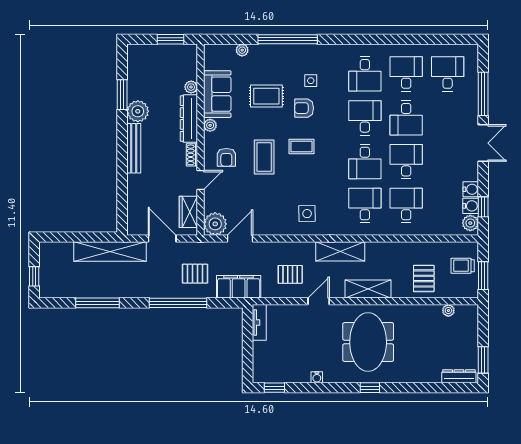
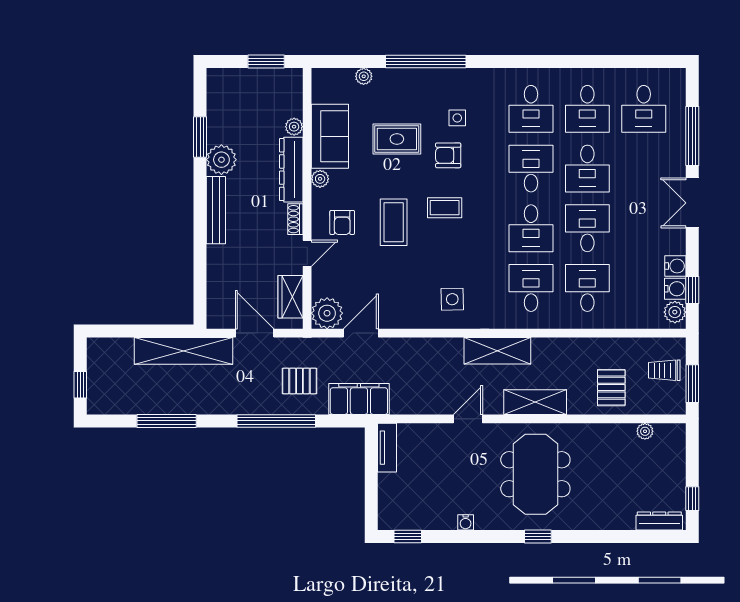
desk: (406, 74) -> (587, 109), turned 180
desk: (448, 74) -> (644, 109), turned 180
double door: (483, 143) -> (692, 203), swing flipped
pallet: (290, 274) -> (429, 382), removed
window: (483, 360) -> (692, 499), width x0.67

